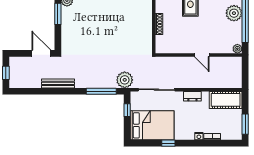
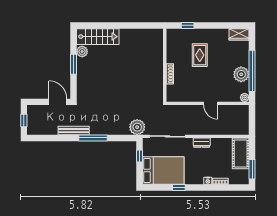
plant: (234, 13) -> (241, 74), moved
window: (101, 91) -> (93, 138), moved
cot: (226, 100) -> (241, 153), moved, turned 90

